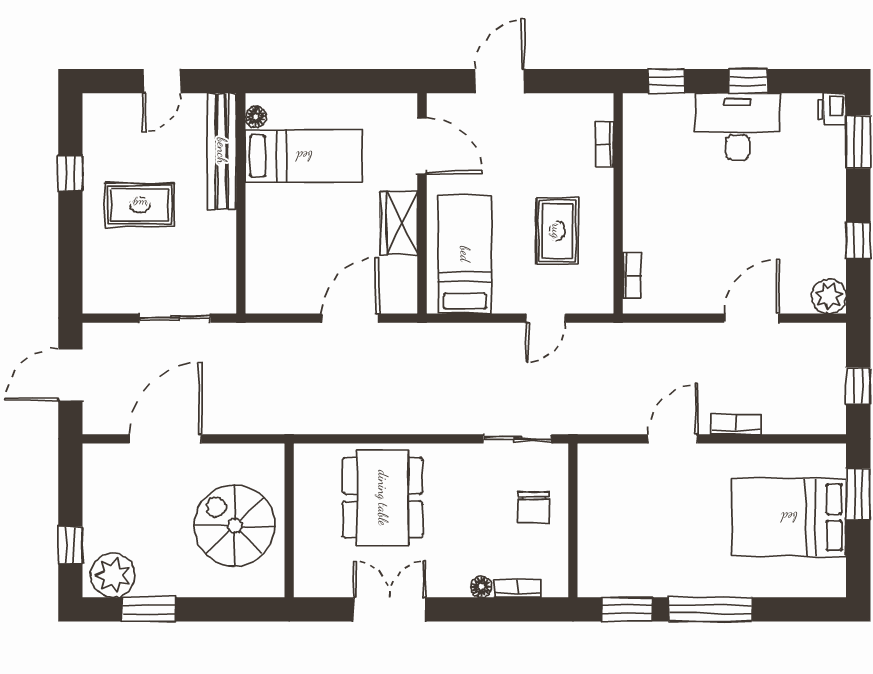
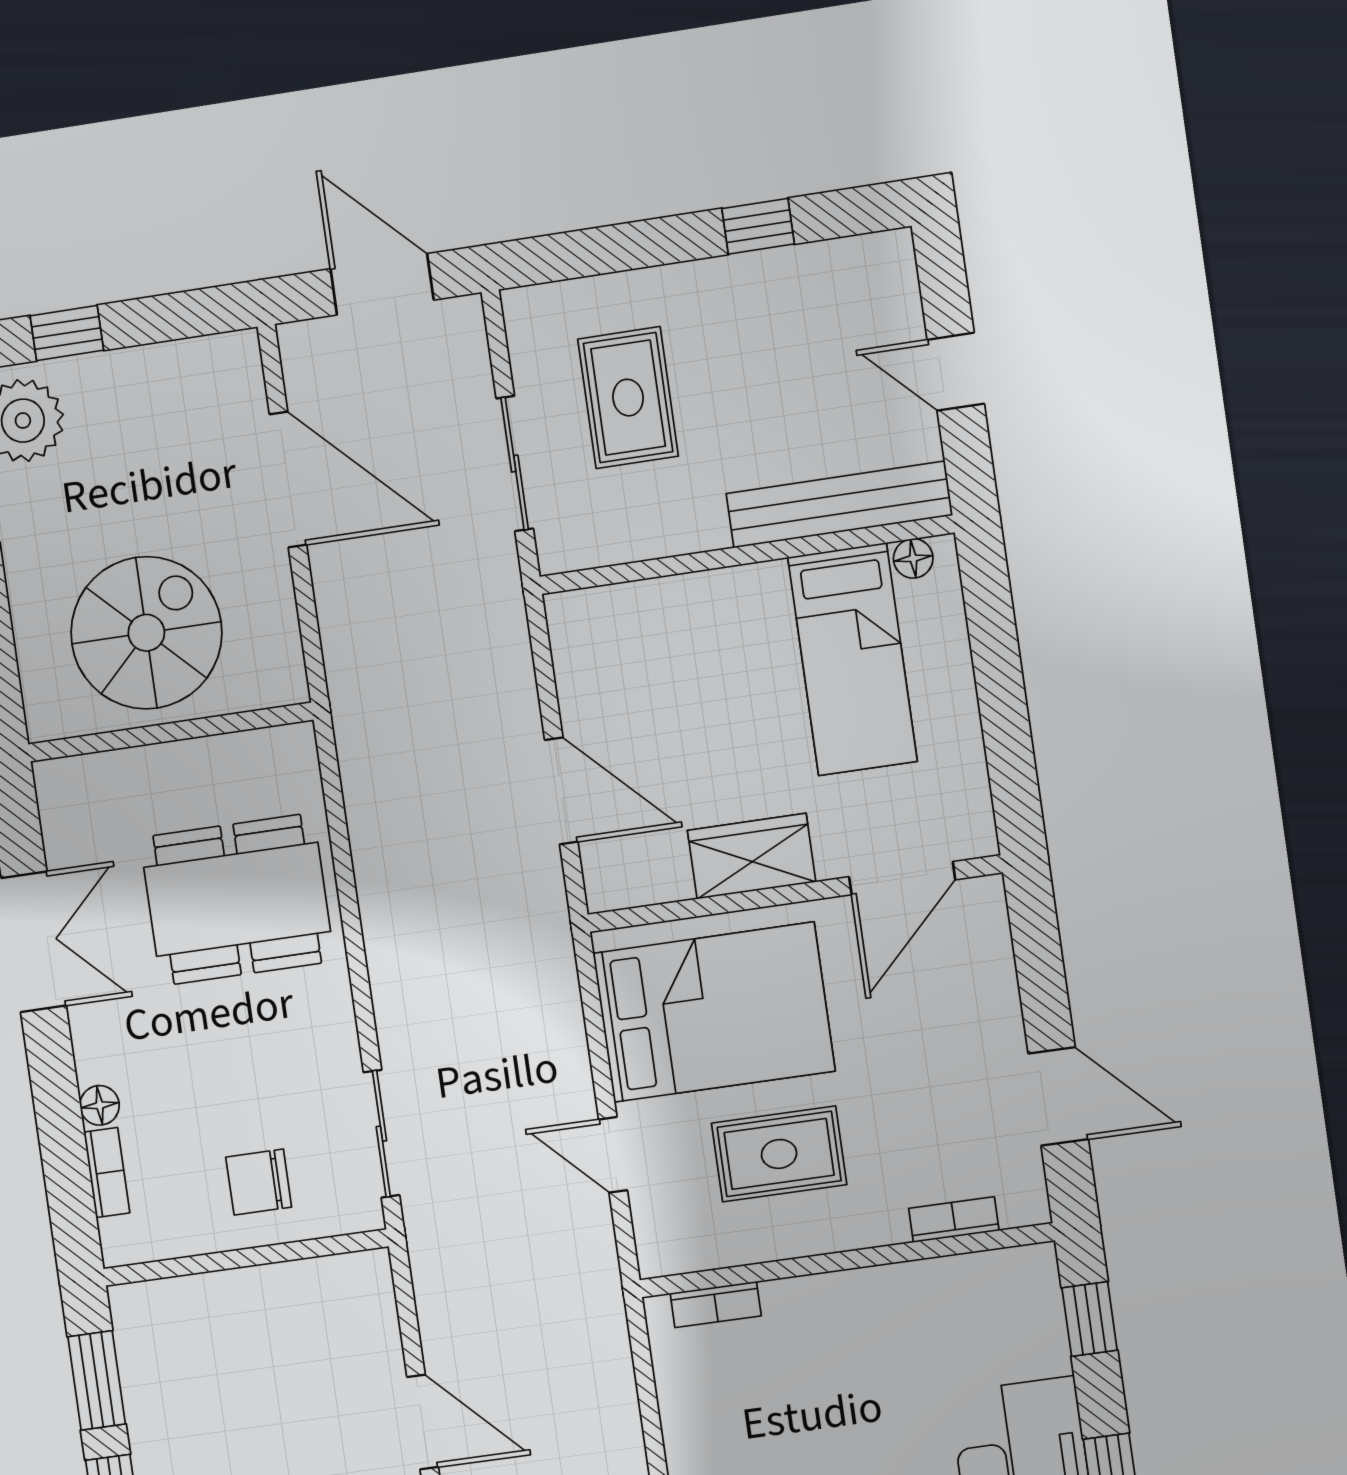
door: (500, 81) -> (1058, 1096), moved
rug: (140, 205) -> (628, 398), moved
bed: (465, 254) -> (714, 1012), width x1.50

